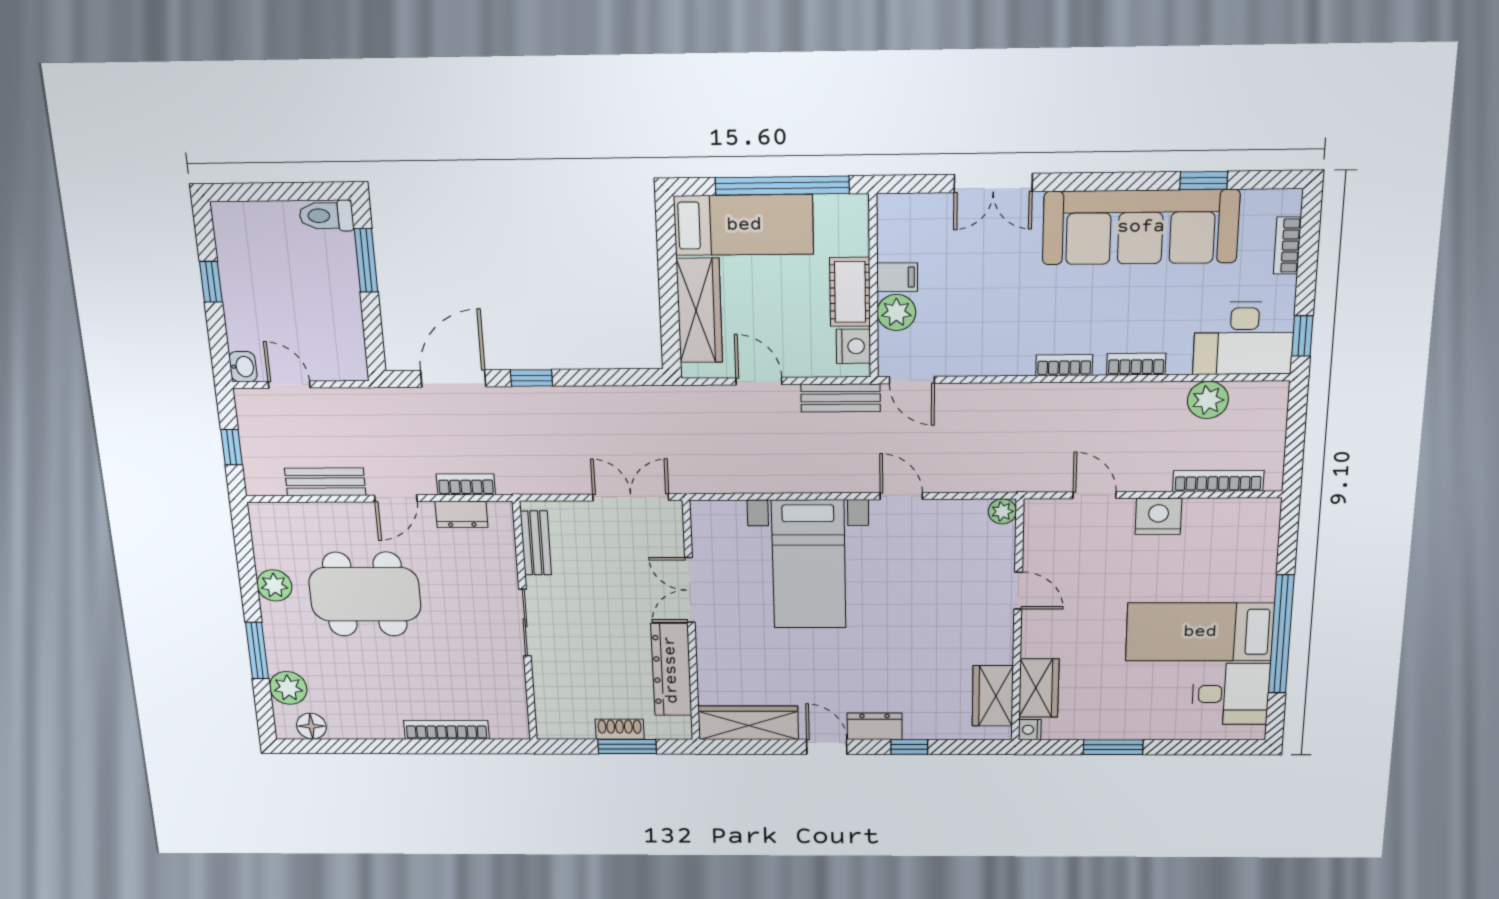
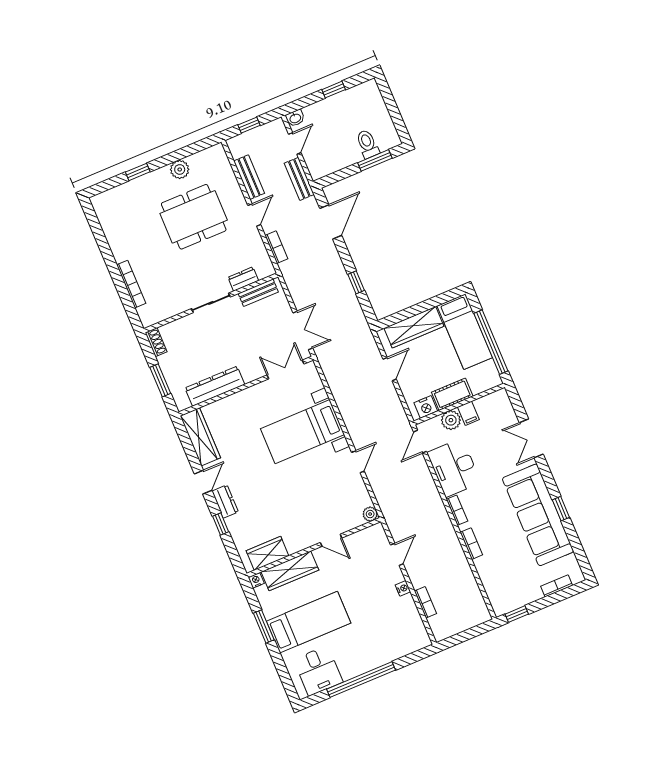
window: (1204, 180) -> (561, 509), moved
toilet: (326, 216) -> (367, 144), moved
desk: (1244, 338) -> (454, 468), moved
window: (531, 378) -> (356, 282), moved
door: (453, 379) -> (331, 222), hinge flipped
bench: (841, 398) -> (299, 179), moved
plant: (1208, 400) -> (467, 586), removed
bookcase: (1218, 481) -> (425, 602), width x0.64
door: (396, 498) -> (254, 215), swing flipped
dresser: (461, 514) -> (243, 279), moved, turned 90
nightstand: (1158, 516) -> (403, 588), width x0.53, depth x0.56
double door: (690, 590) -> (285, 369), moved
door: (1018, 591) -> (331, 540), hinge flipped
dining table: (365, 594) -> (194, 217), turned 90
bed: (1200, 632) -> (309, 622), moved, turned 90
window: (257, 651) -> (138, 172), width x0.67
plant: (288, 688) -> (122, 195), removed
wardrobe: (1039, 688) -> (290, 571), width x1.50
floor lamp: (311, 726) -> (104, 214), removed
shoe rack: (620, 729) -> (156, 342), moved

